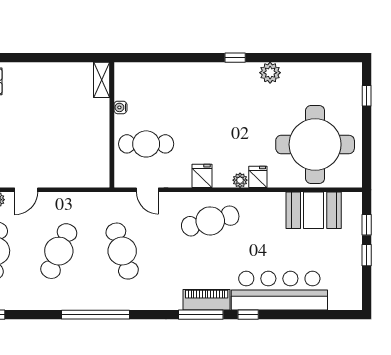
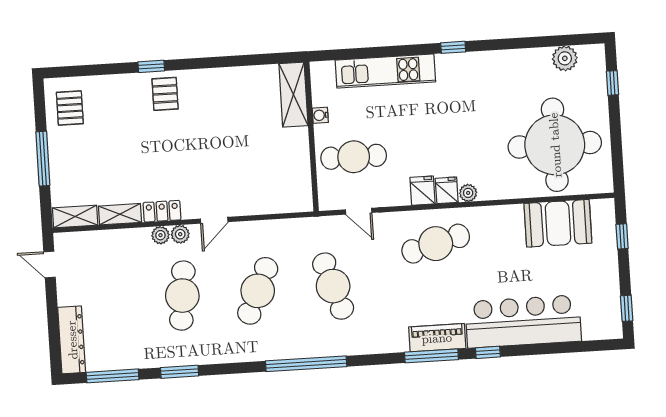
plant: (270, 73) -> (565, 58), moved
kitchen unit: (177, 74) -> (385, 71), added
shelving: (102, 80) -> (293, 95), width x1.50, depth x1.33
fridge: (258, 177) -> (447, 190), moved
window: (367, 255) -> (627, 308), moved

